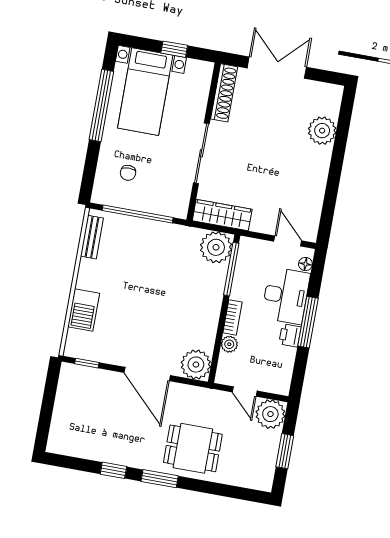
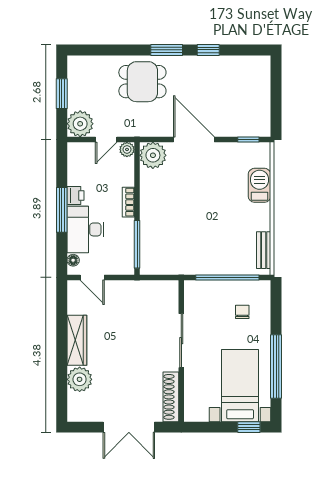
window: (174, 49) -> (249, 427), moved
wardrobe: (222, 215) -> (77, 340), moved, turned -90
plant: (216, 247) -> (154, 261), removed
plant: (229, 344) -> (127, 149), moved
door: (245, 392) -> (106, 139), swing flipped

